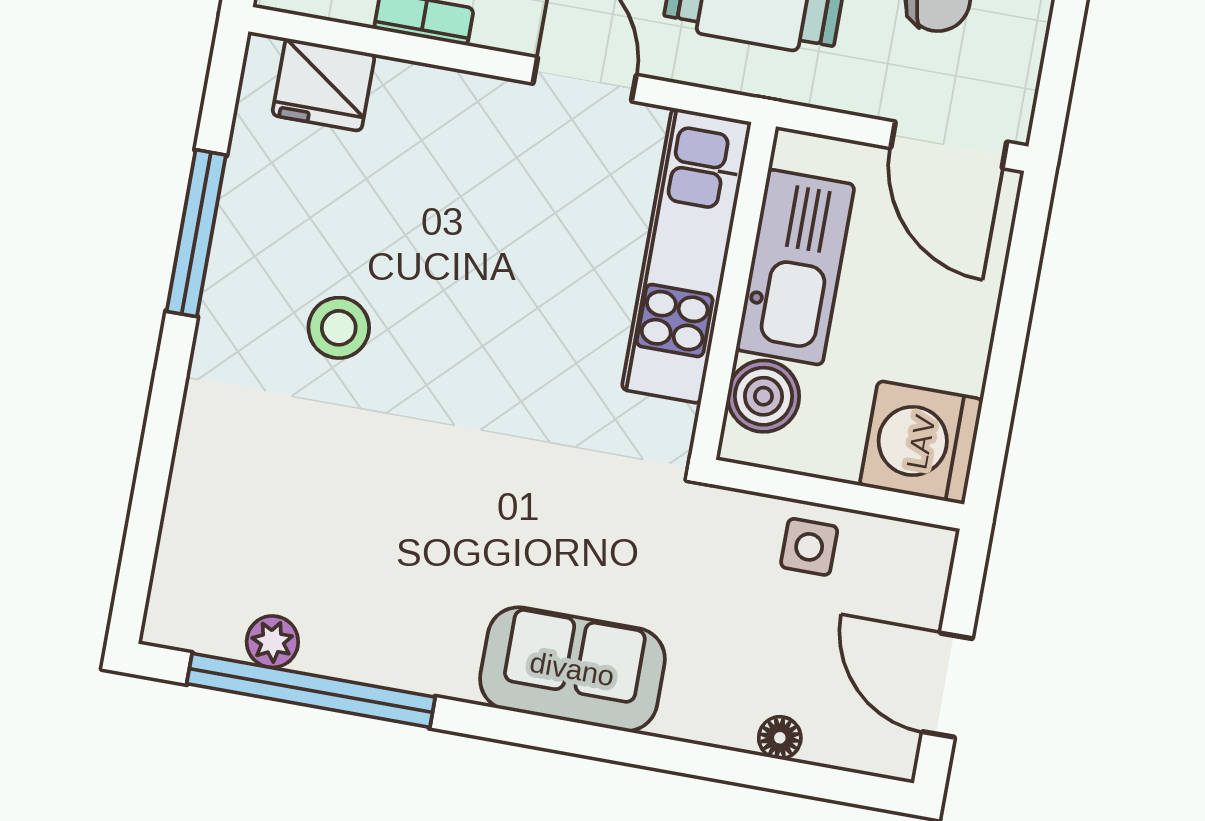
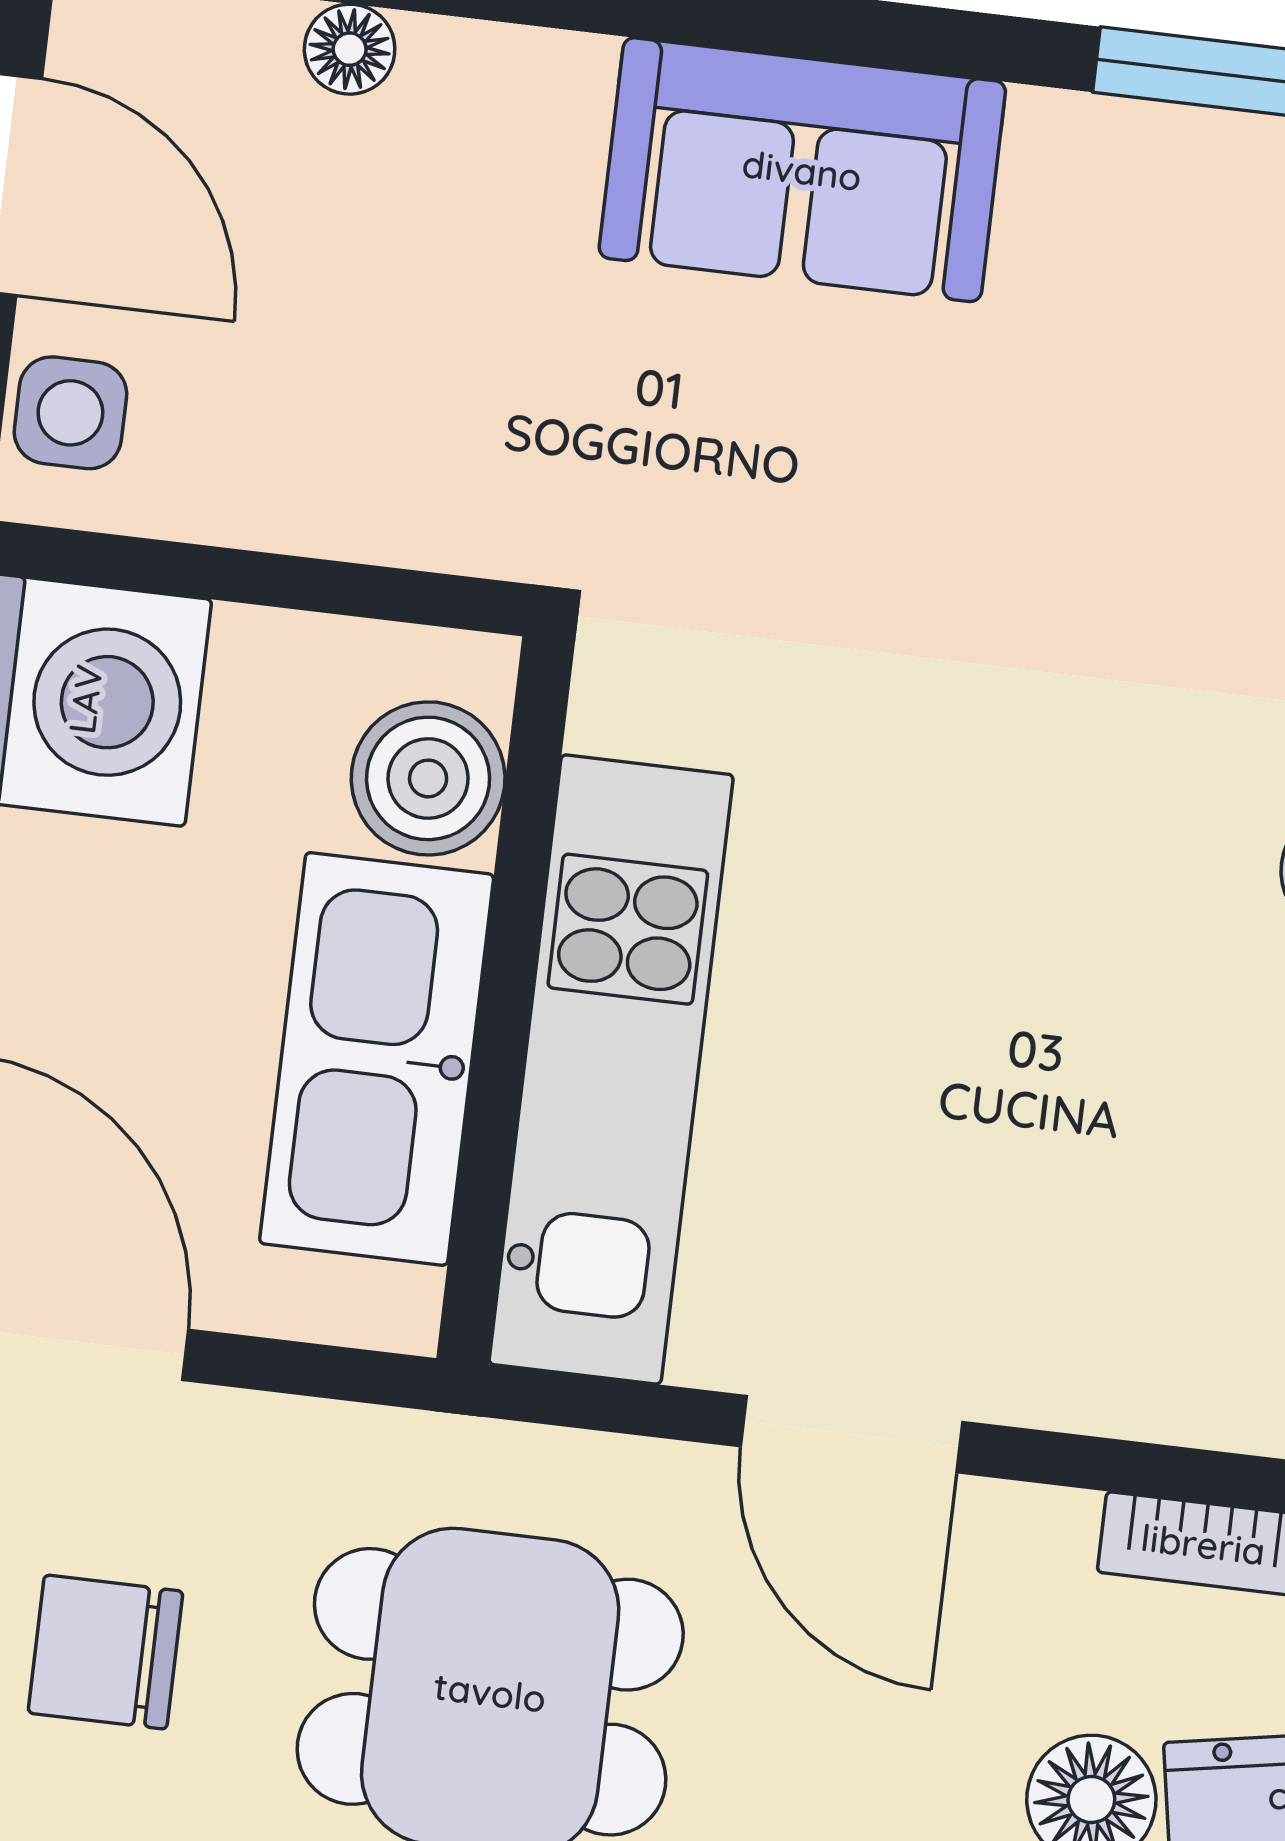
side table: (809, 547) -> (70, 413), moved

